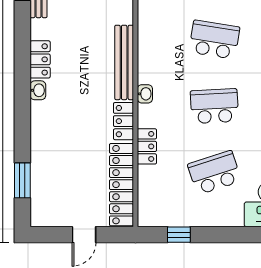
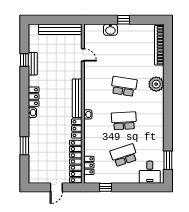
locker: (147, 146) -> (89, 165), moved
window: (22, 180) -> (24, 146), moved

